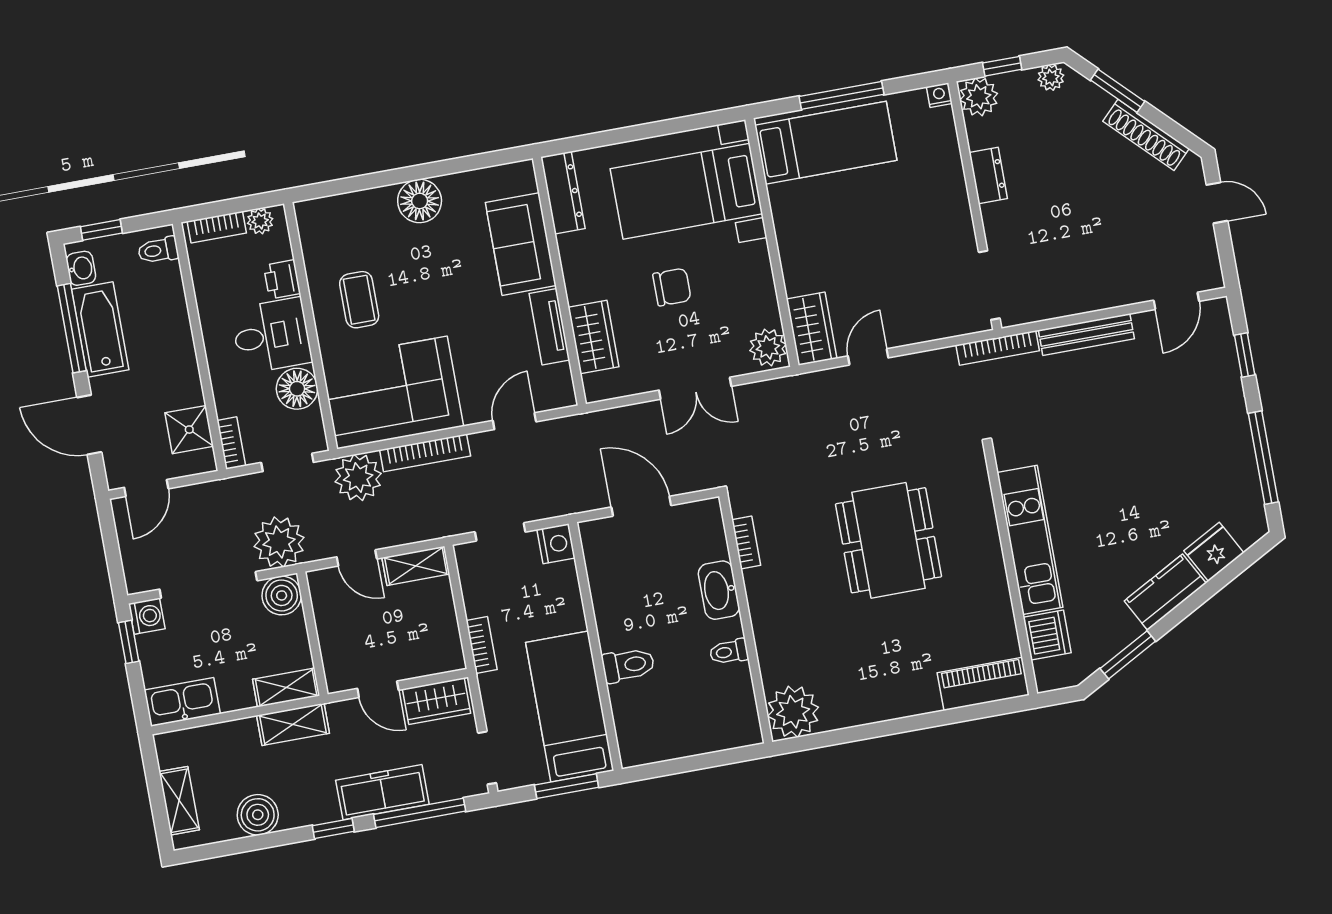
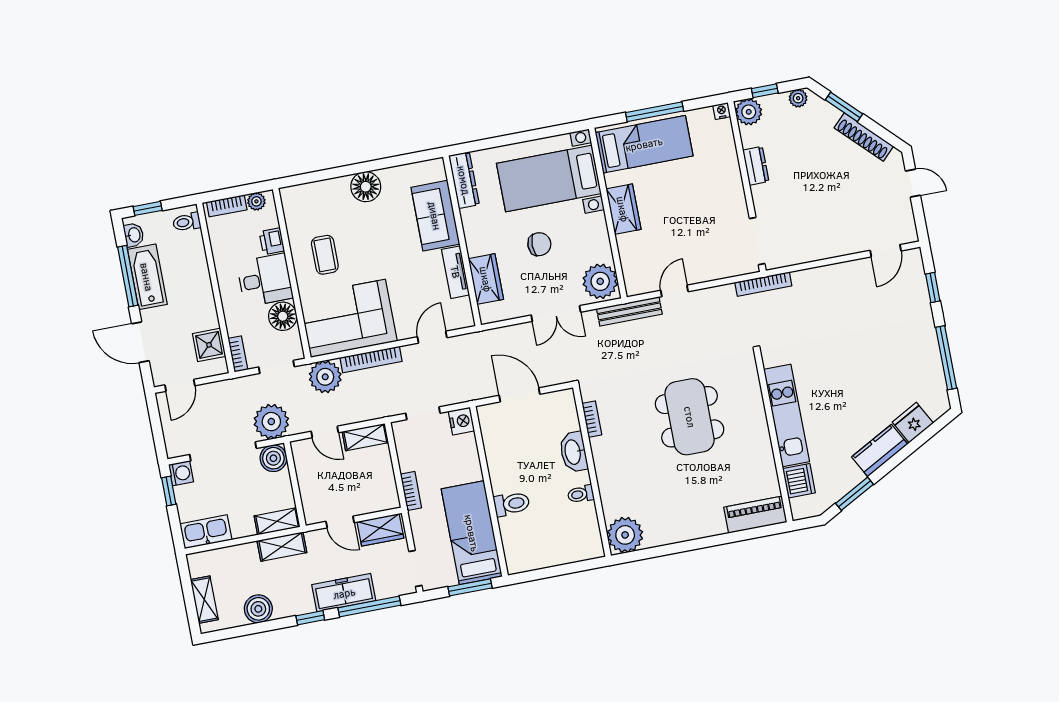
wardrobe: (812, 329) -> (623, 209), moved
bench: (1086, 334) -> (629, 311), moved
plant: (768, 347) -> (600, 281), width x1.36, depth x1.36

